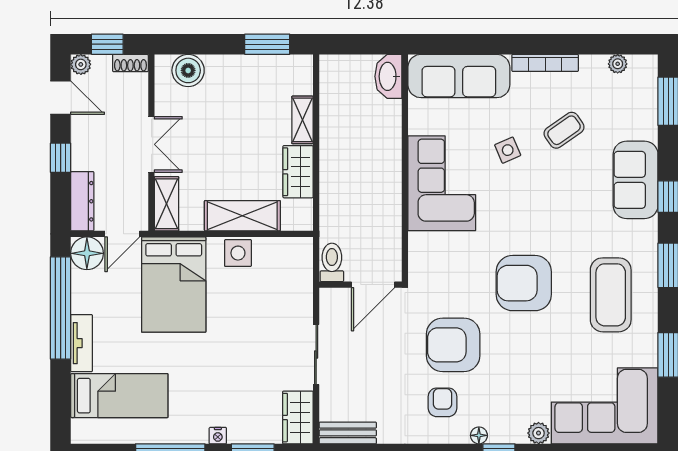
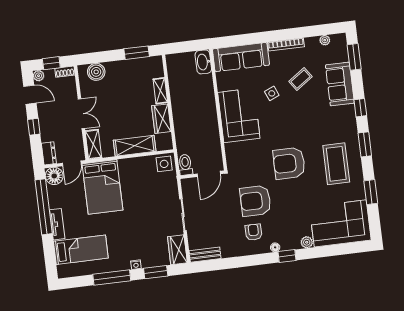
sofa: (636, 180) -> (340, 84), moved
dresser: (82, 201) -> (49, 153), width x0.70
side table: (238, 253) -> (164, 164), moved

